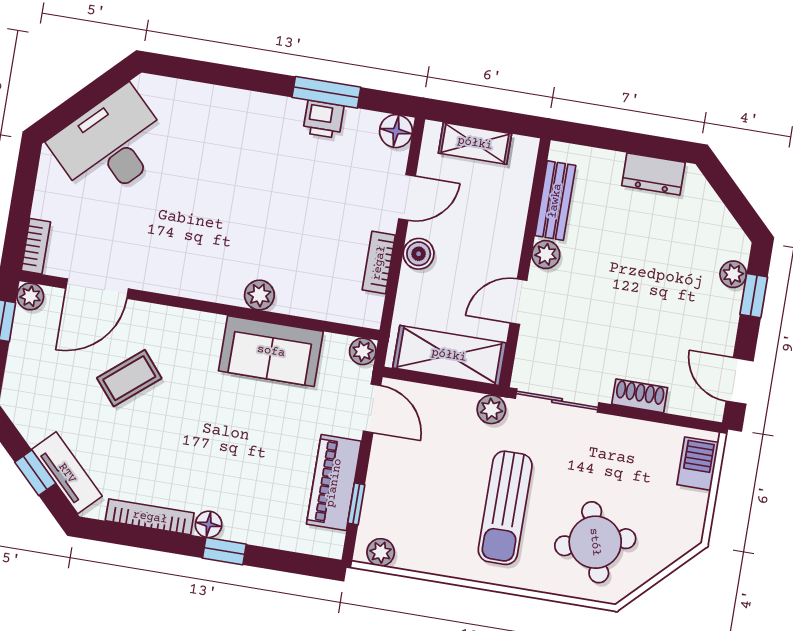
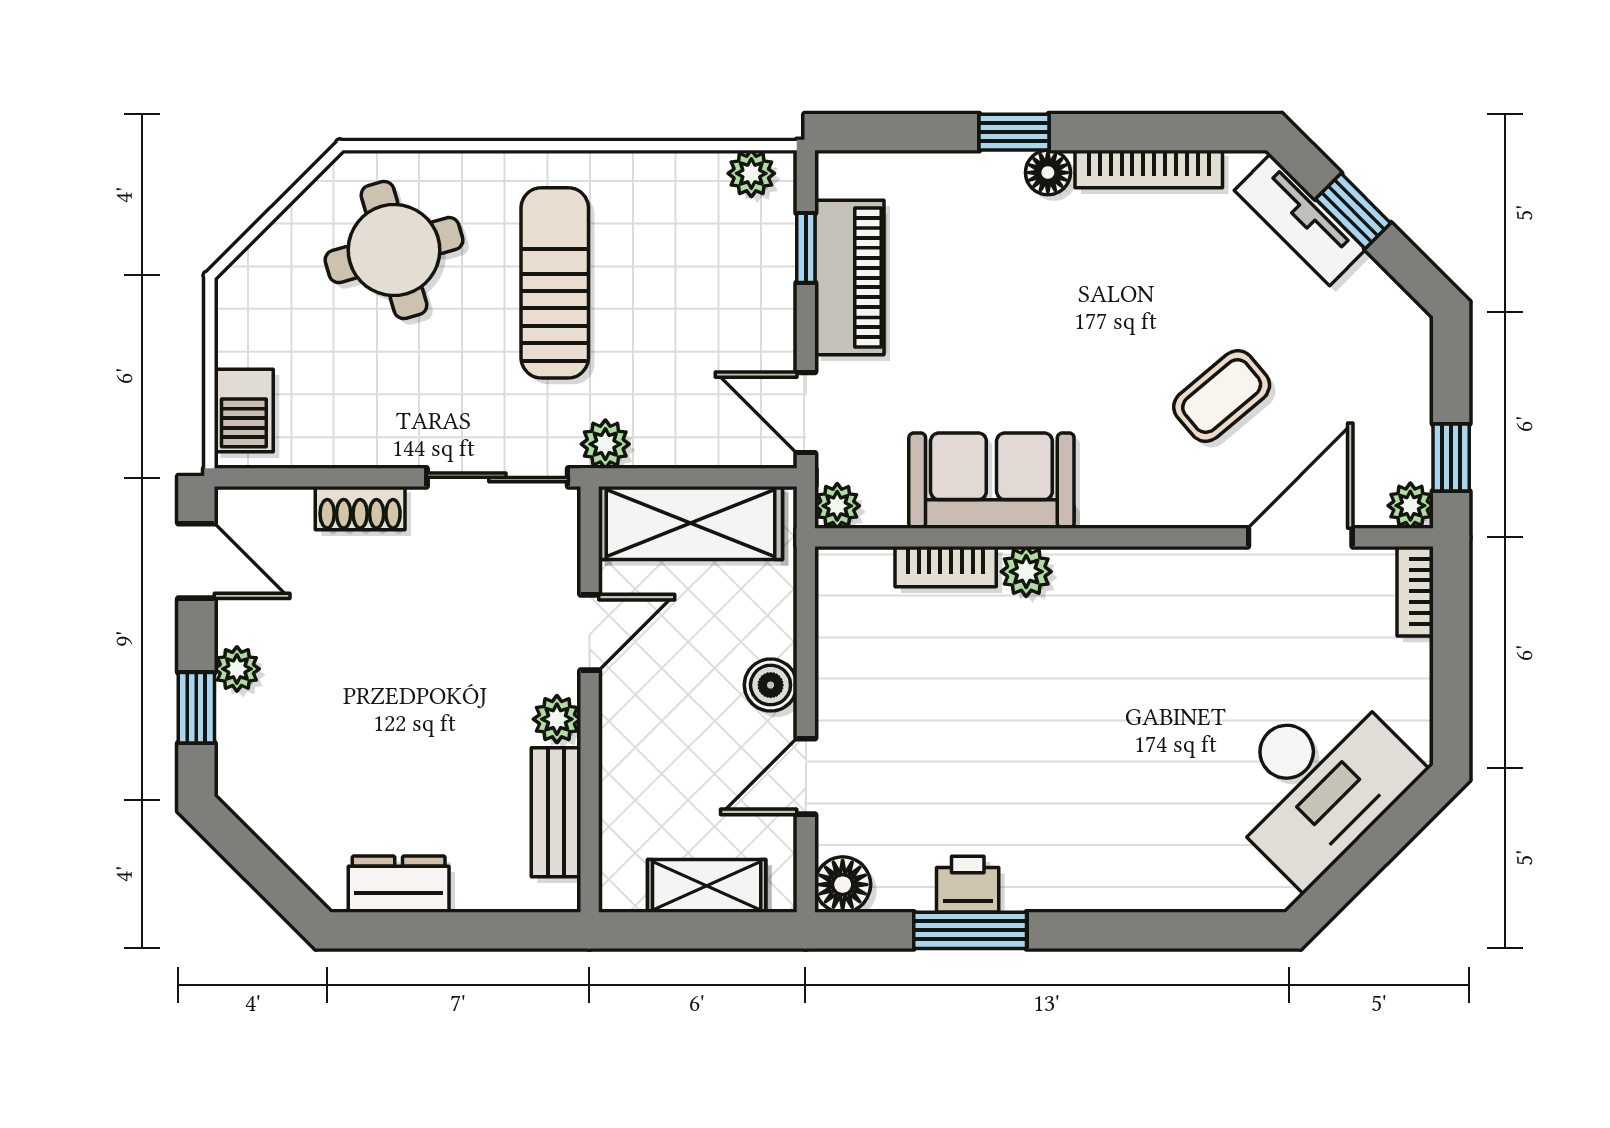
bookcase: (379, 263) -> (946, 567), moved, turned 90
plant: (733, 274) -> (237, 669), moved

